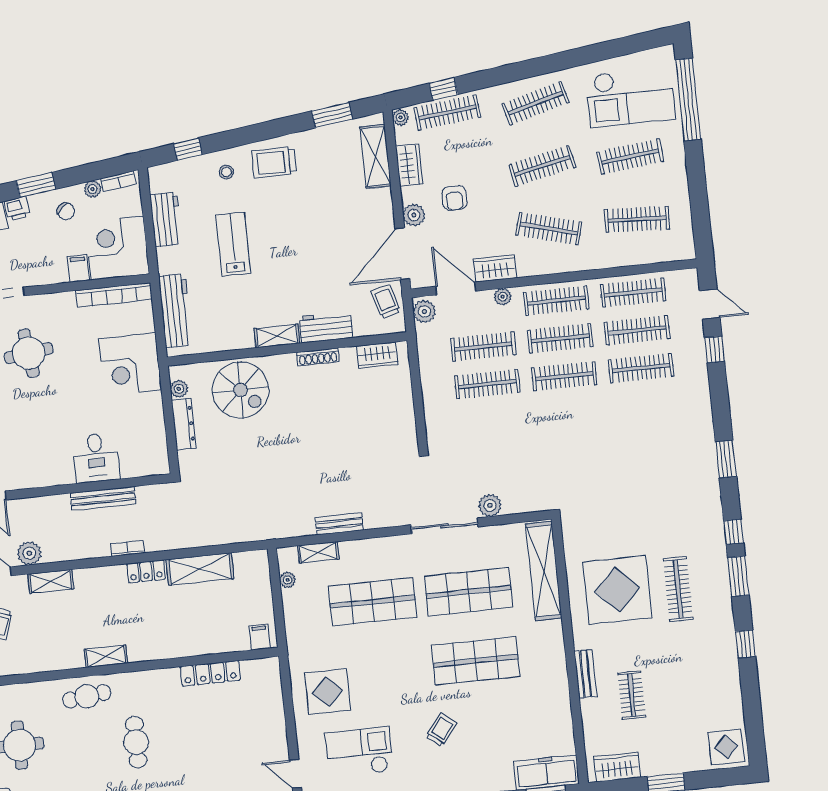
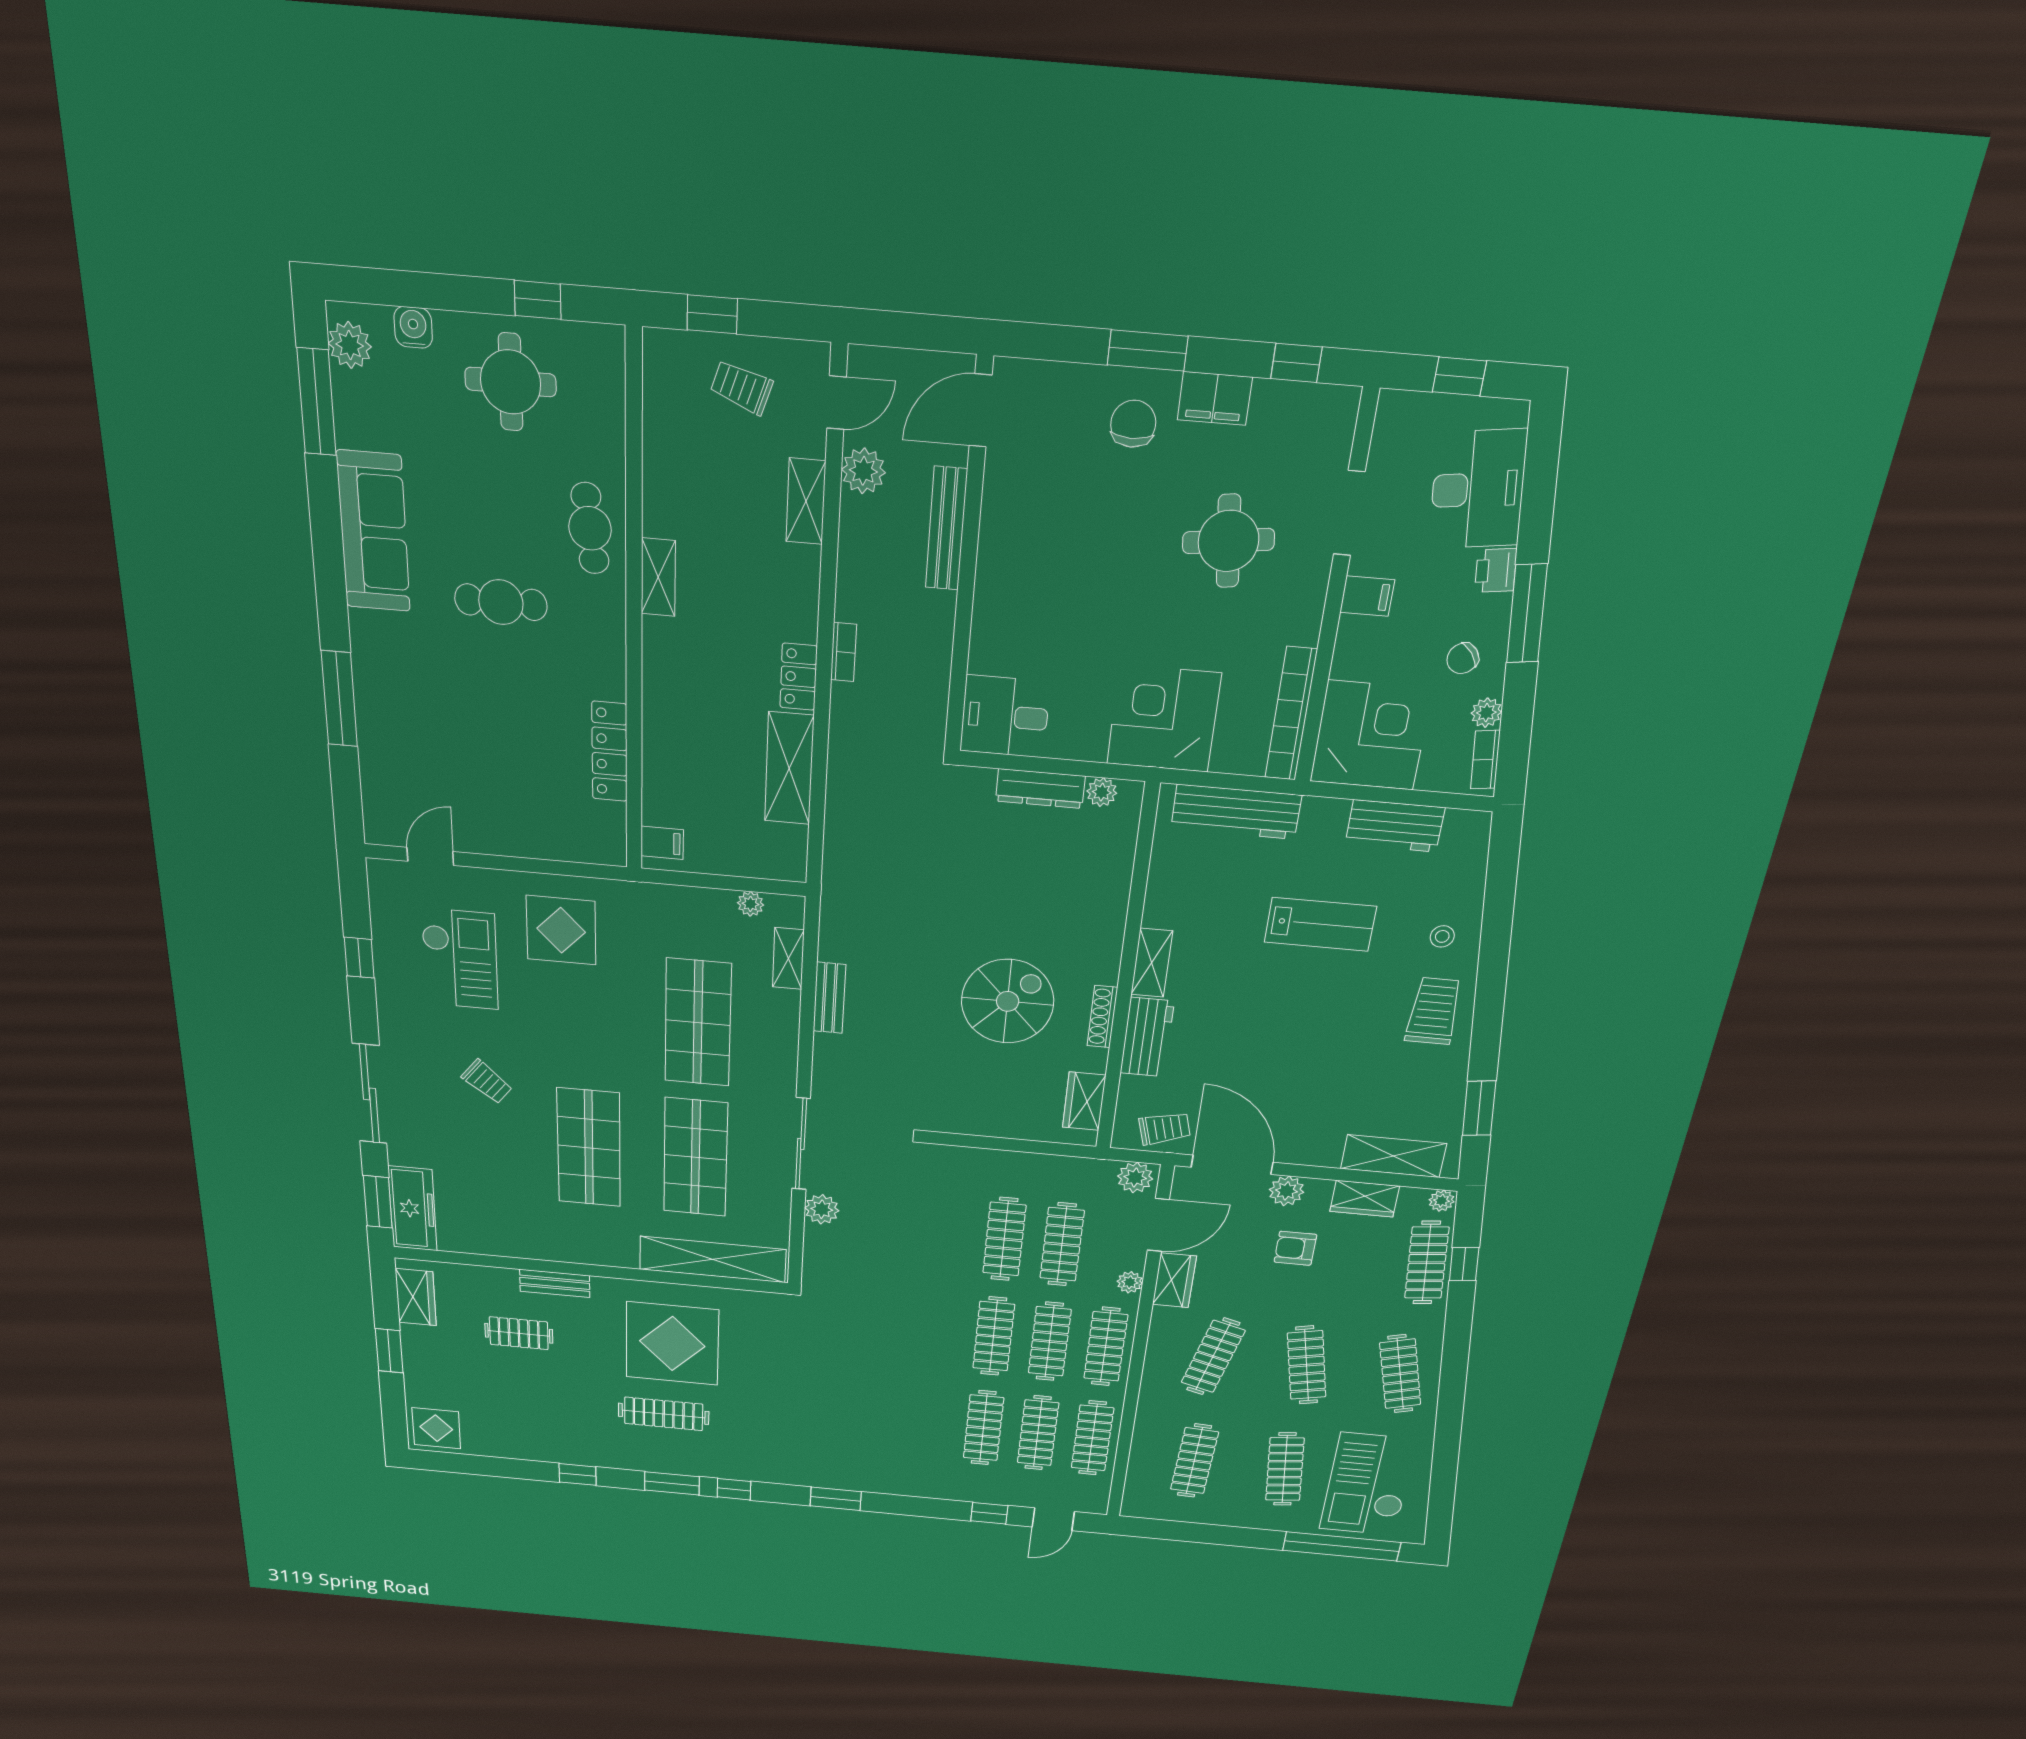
window: (188, 149) -> (1501, 884), removed
window: (36, 185) -> (1527, 614), width x1.44
filing cabinet: (78, 268) -> (1367, 596), moved
spiral stairs: (241, 390) -> (1008, 1001), moved, turned 180
desk: (96, 458) -> (1005, 716), moved
bench: (103, 498) -> (946, 529), moved

